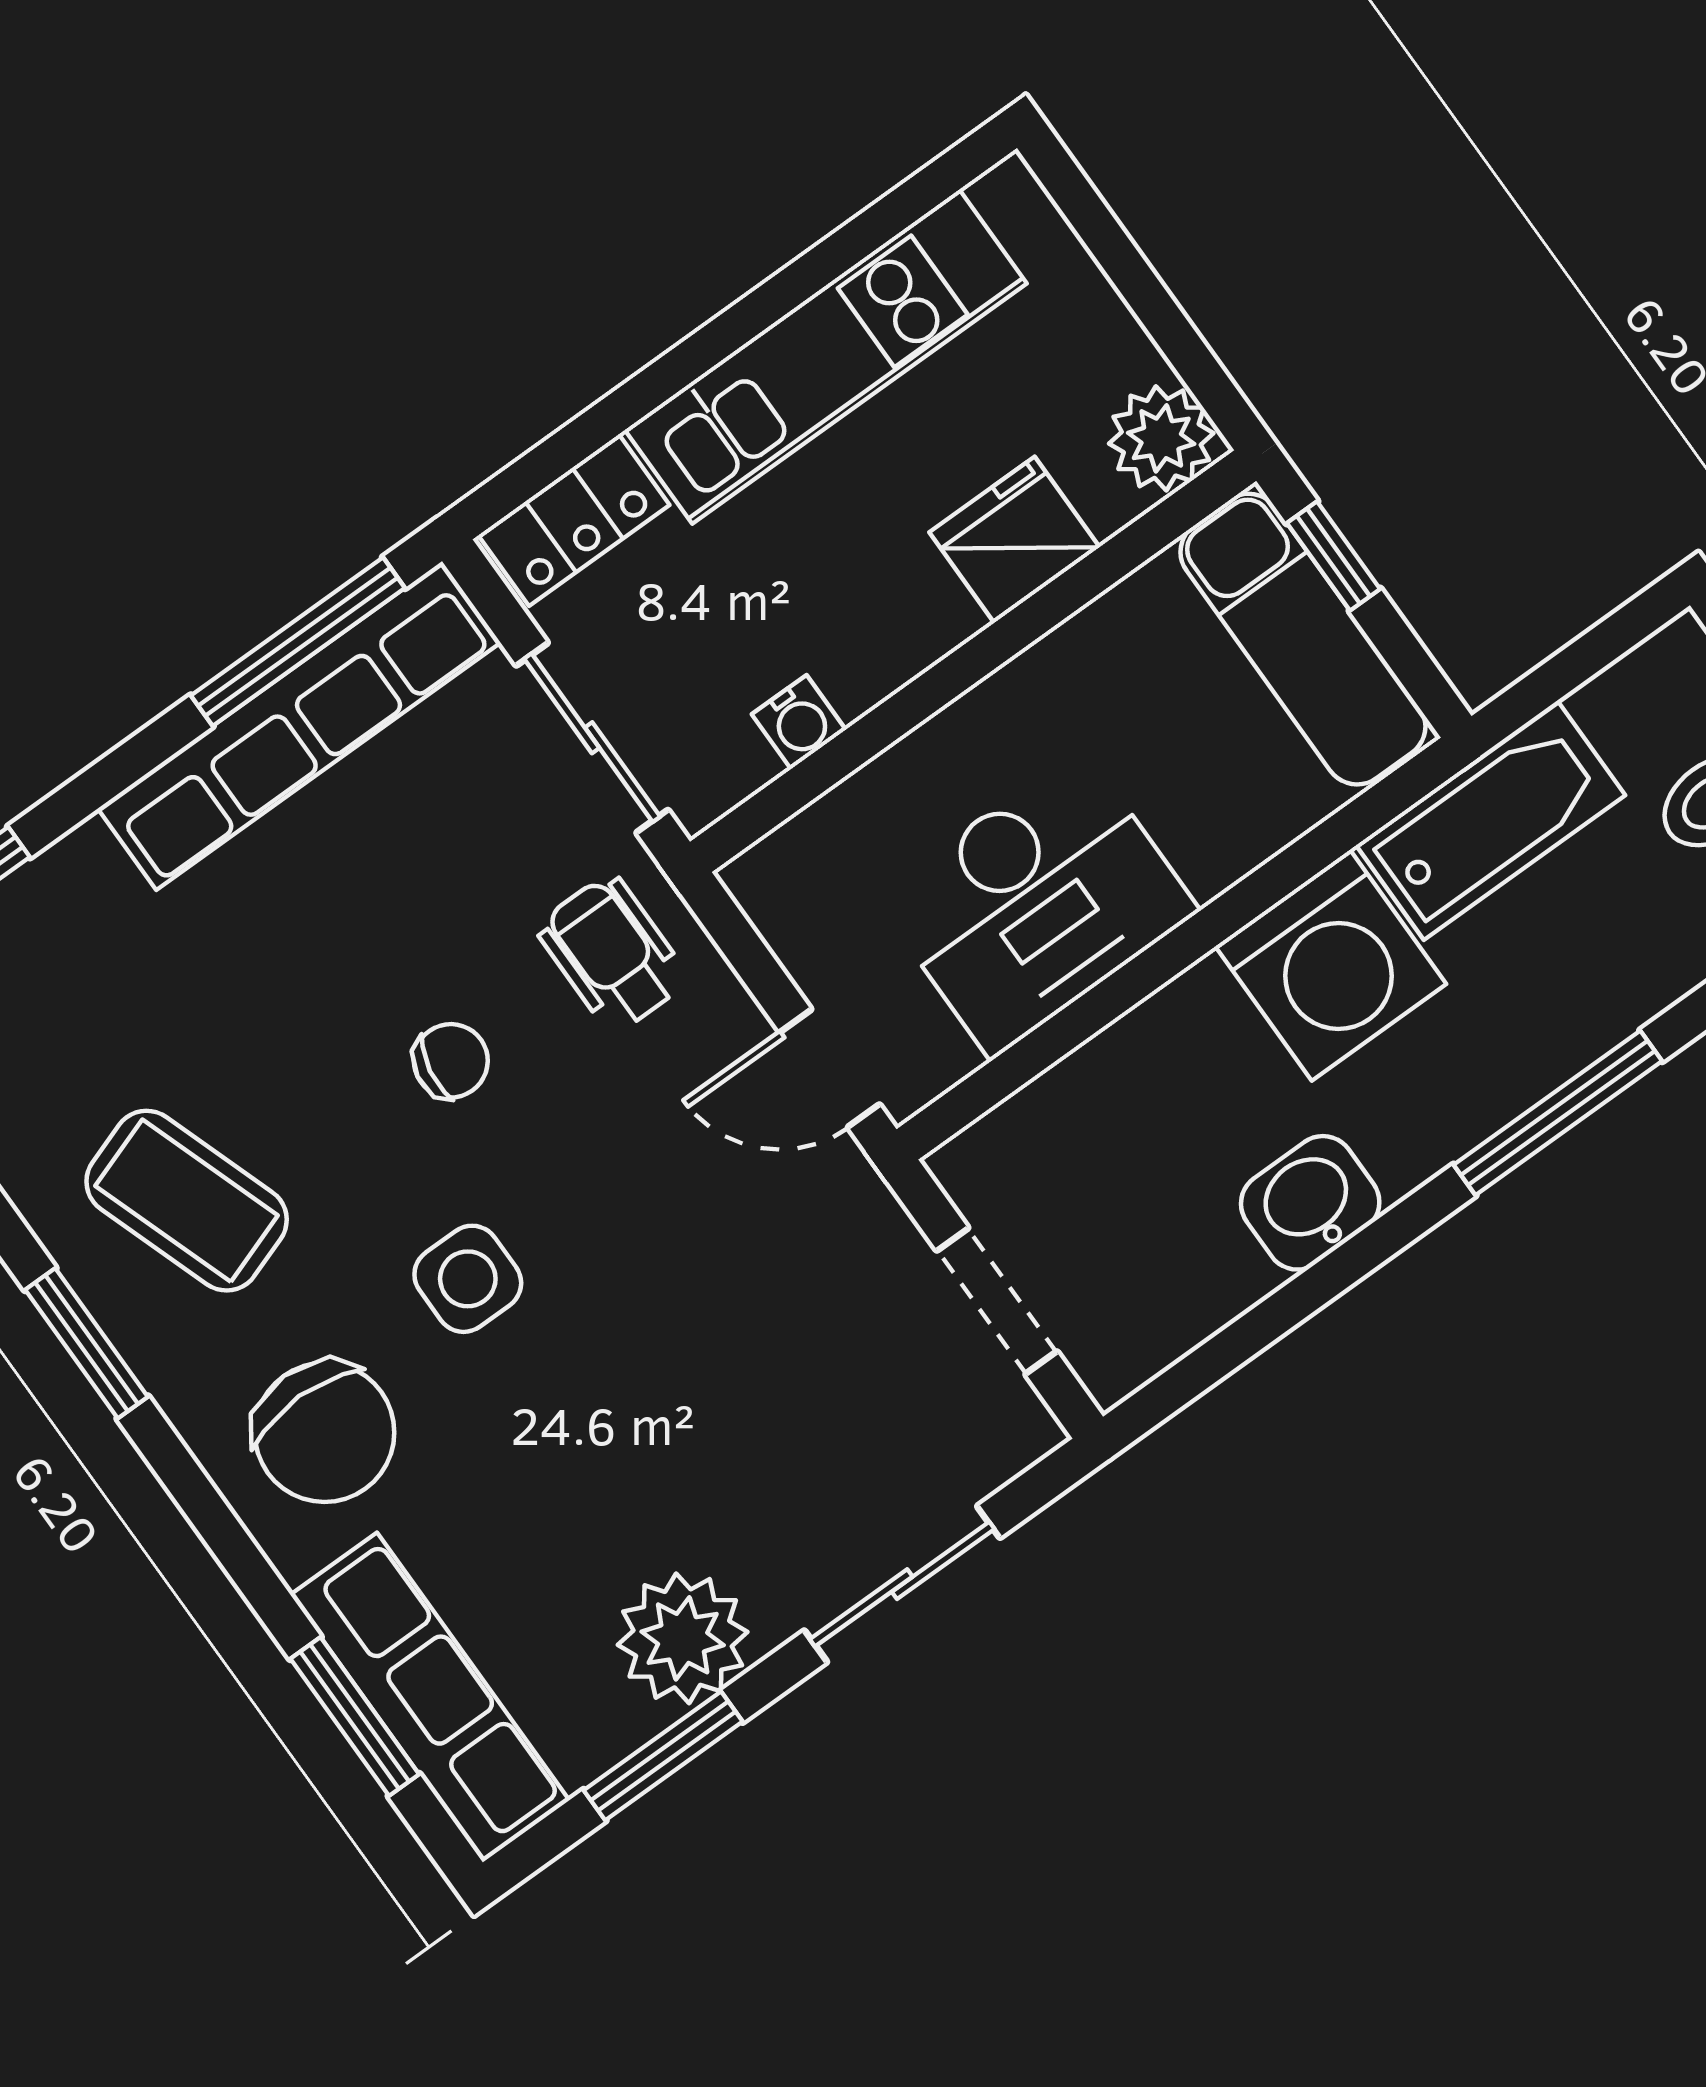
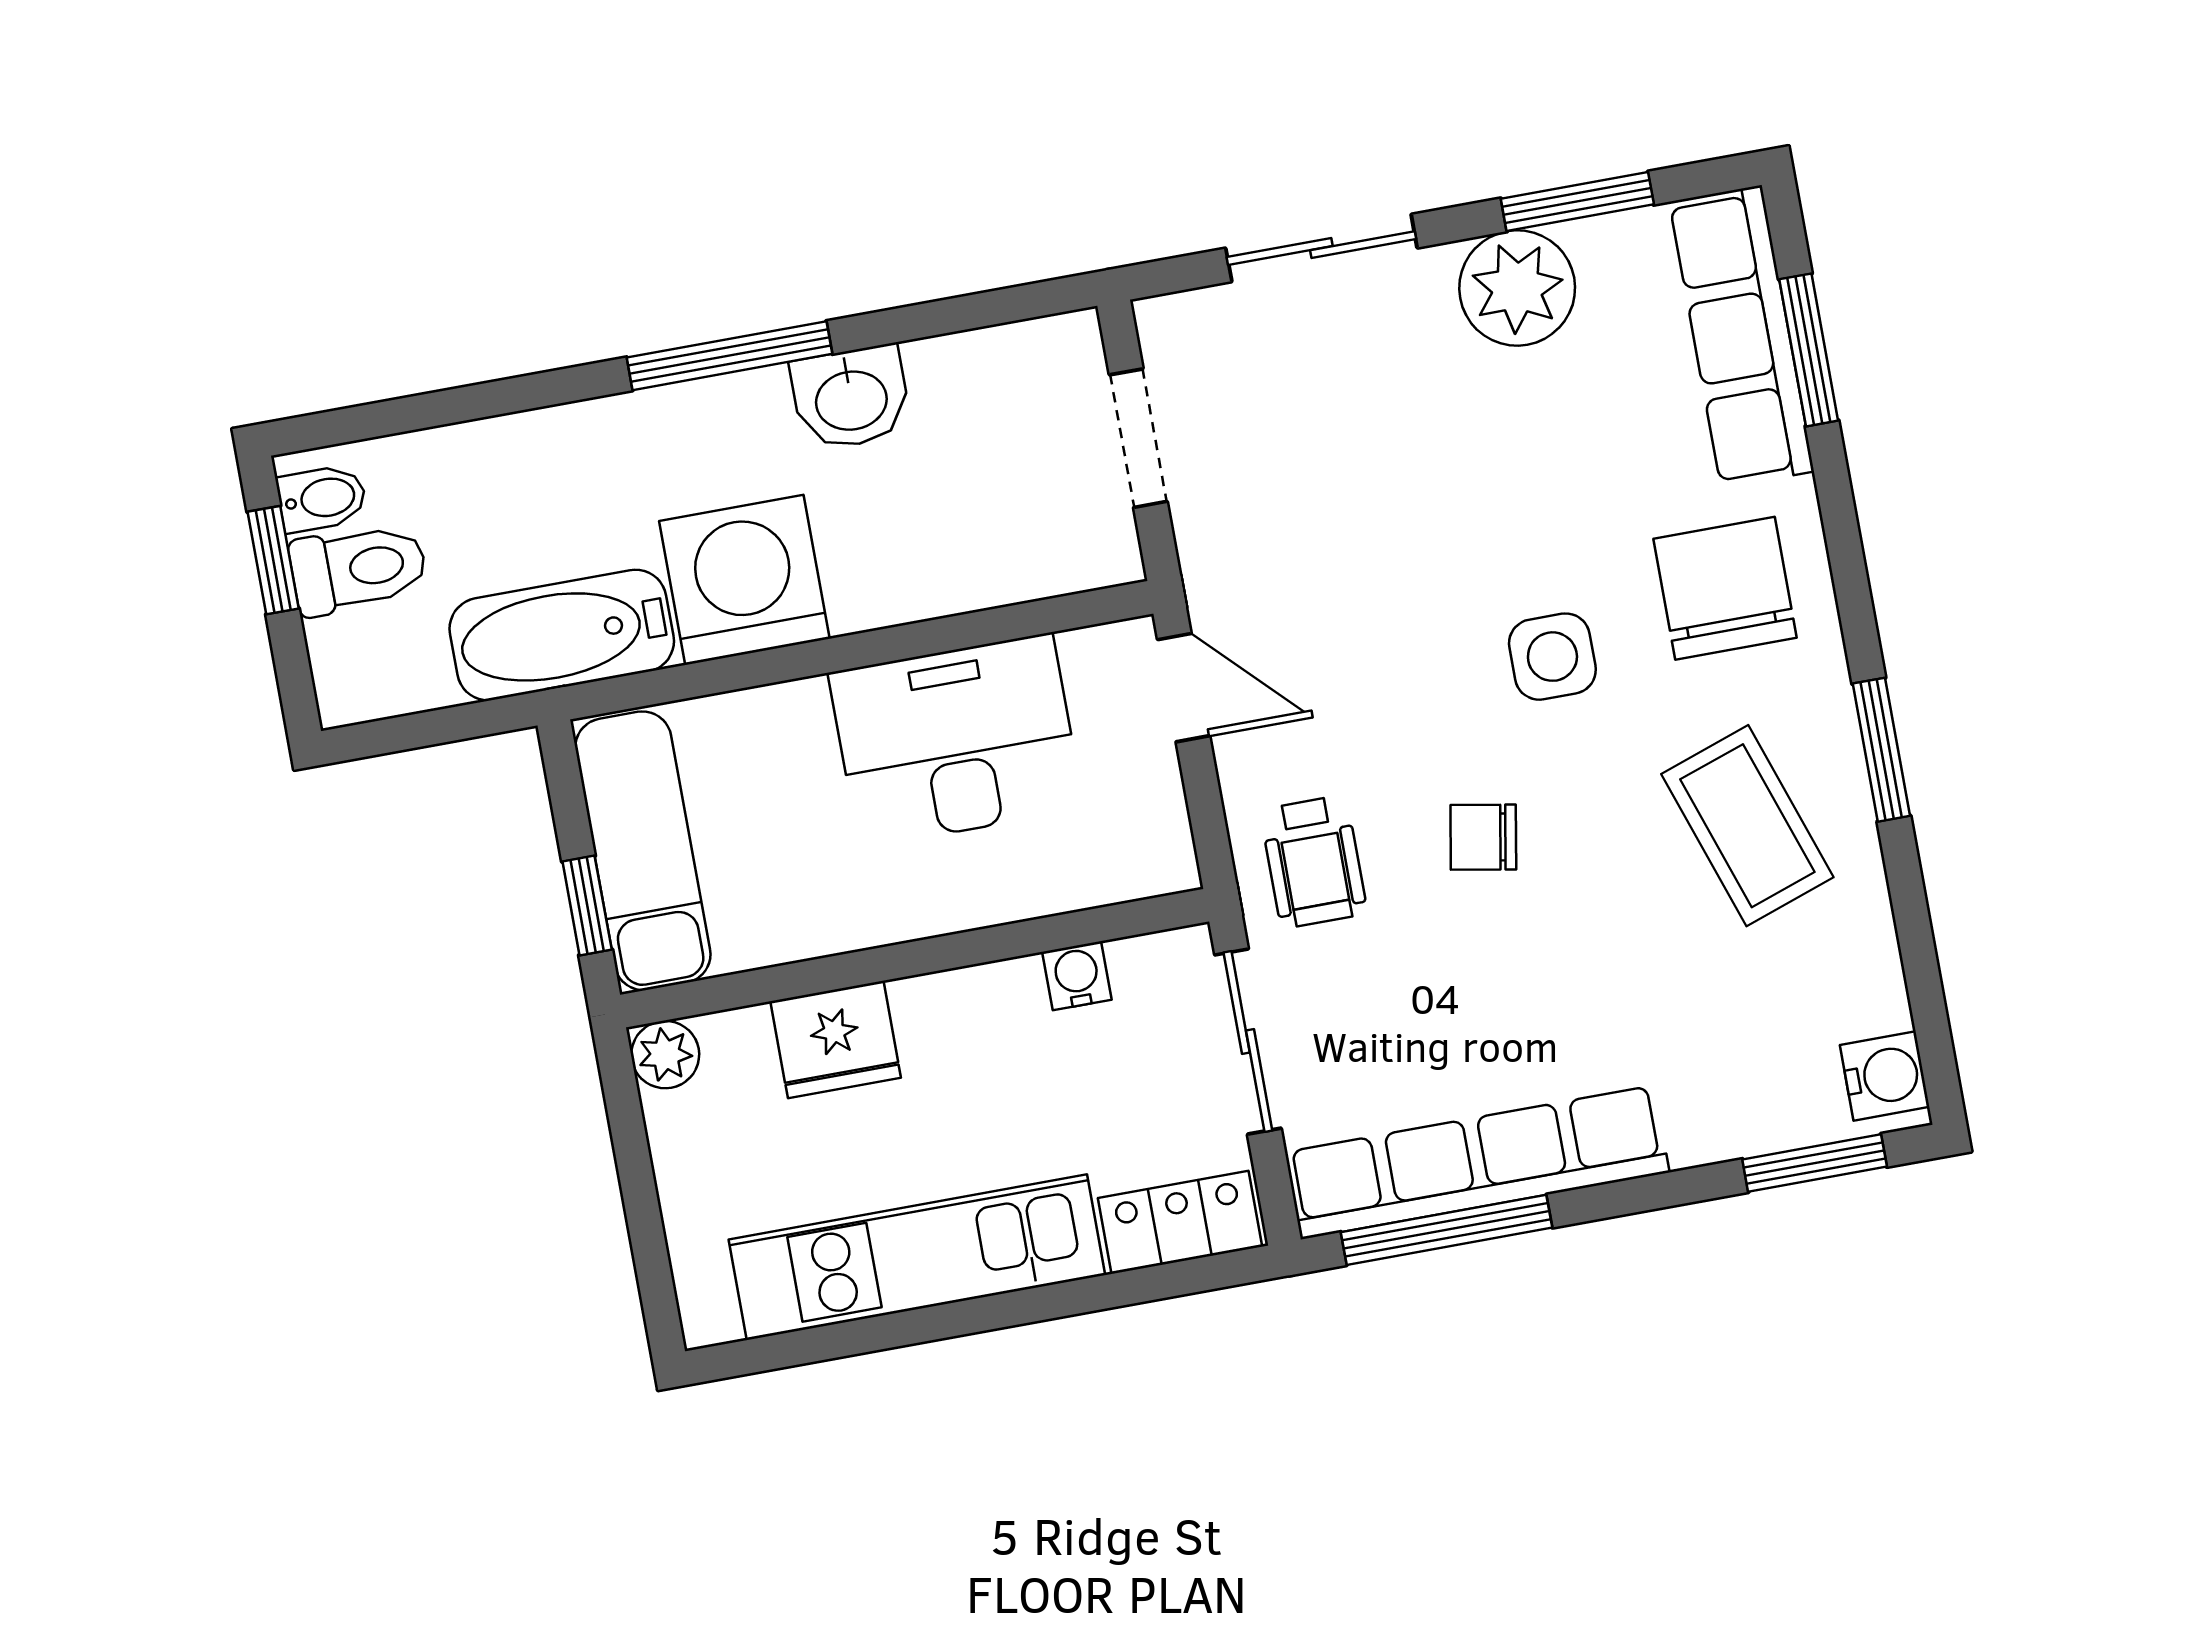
plant: (1161, 438) -> (665, 1055), width x0.73, depth x0.73
window: (1558, 1113) -> (729, 356), moved

